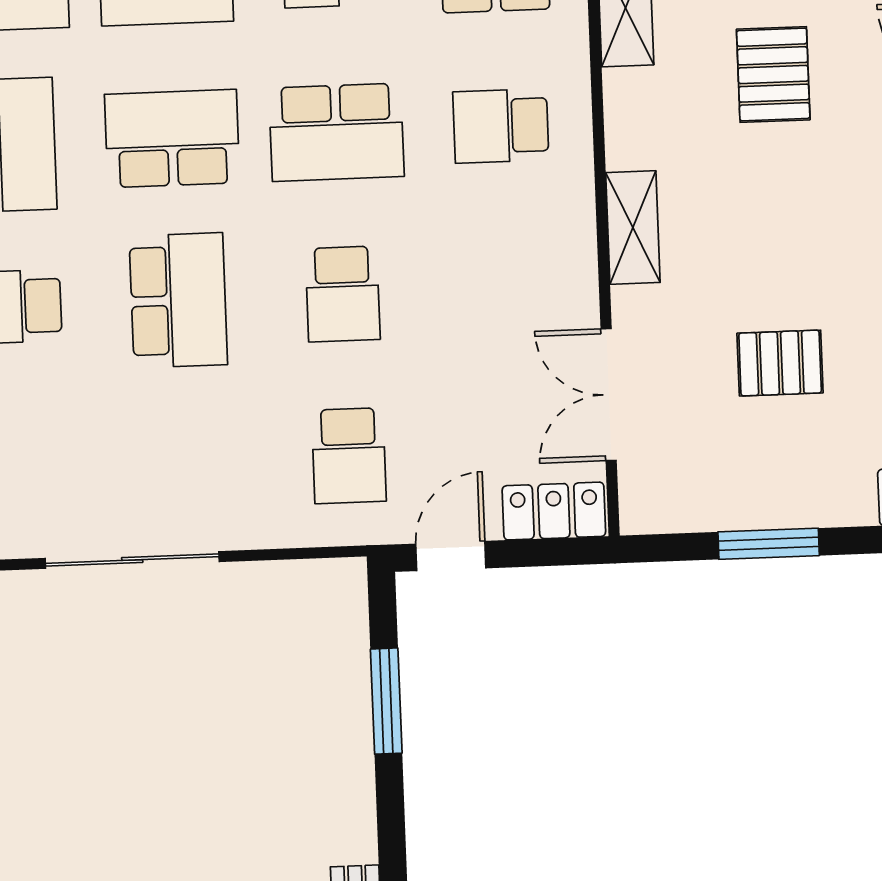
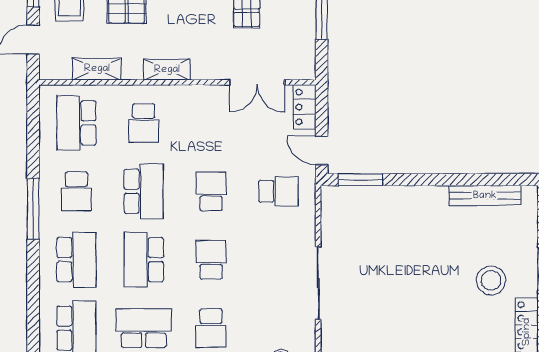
shelving: (633, 228) -> (167, 70), moved
school desk: (343, 294) -> (211, 191), turned -90
school desk: (178, 300) -> (211, 260), width x0.54
window: (386, 701) -> (361, 180), moved

